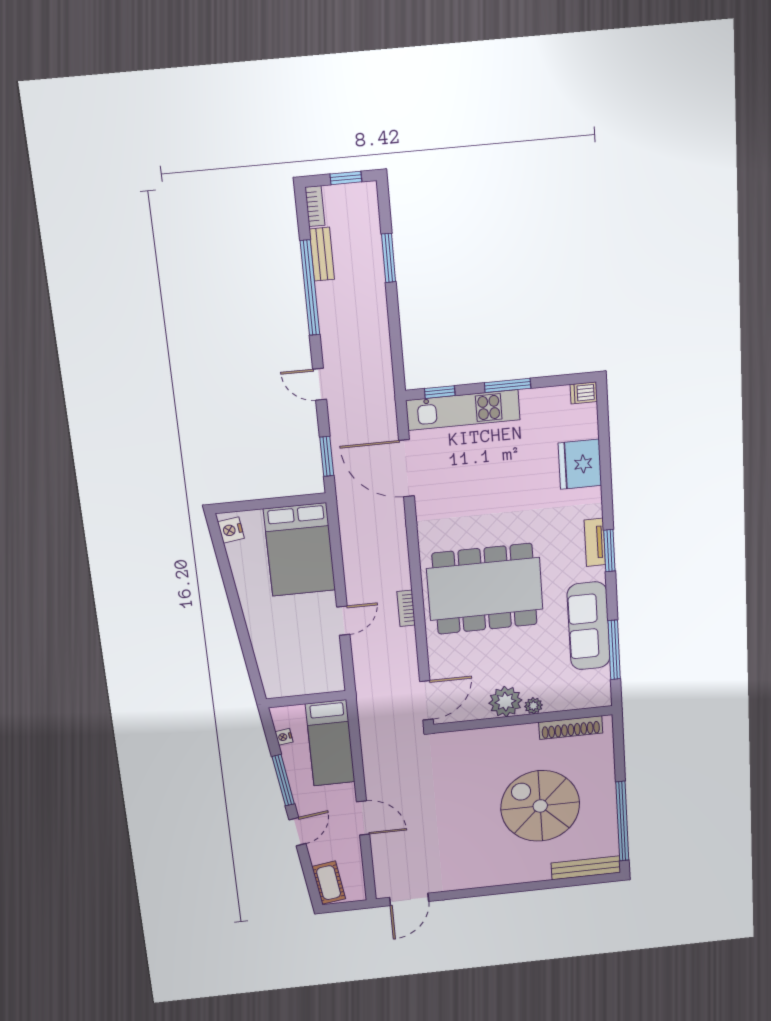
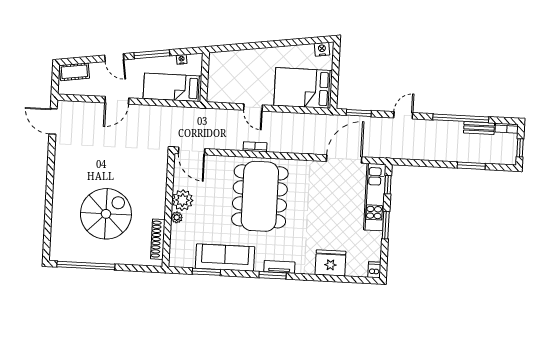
window: (614, 650) -> (206, 272), width x0.69
bench: (586, 868) -> (56, 238), removed

